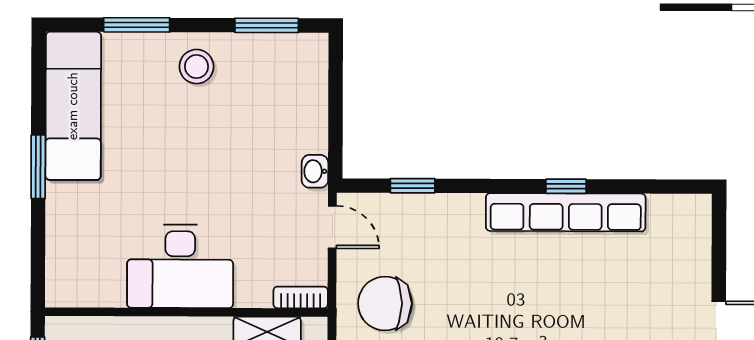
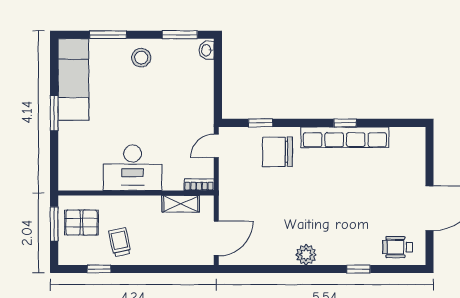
washbasin: (315, 171) -> (207, 50), moved
door: (332, 227) -> (216, 146), swing flipped
chair: (385, 304) -> (277, 152), moved

